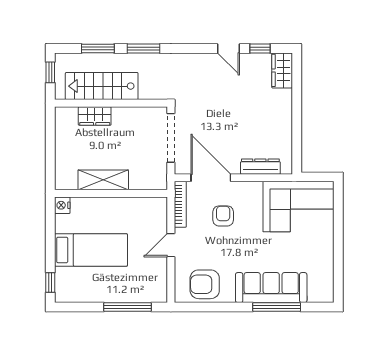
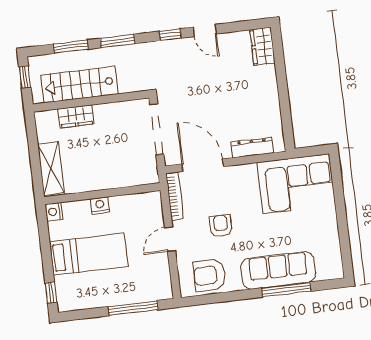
window: (260, 48) -> (170, 35), moved
shelving: (103, 180) -> (51, 169), moved, turned 90
nightstand: (107, 204) -> (100, 205), added
armchair: (223, 216) -> (221, 226), moved

